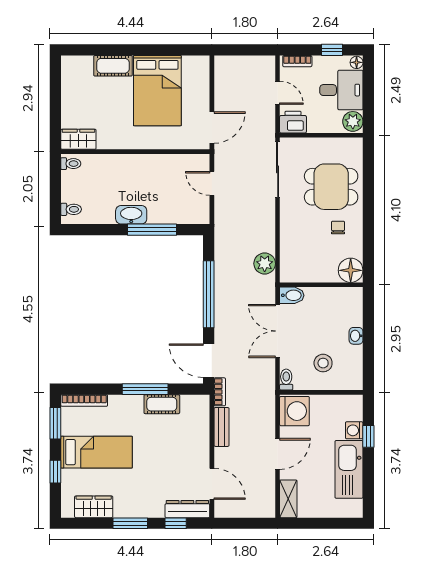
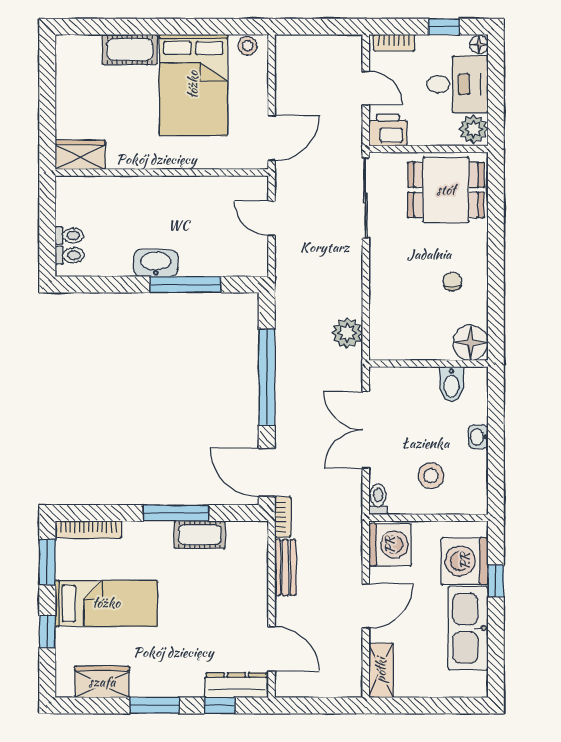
stool: (195, 63) -> (248, 46), added
toilet: (71, 164) -> (69, 235), moved
dining table: (331, 187) -> (446, 190), moved
bidet: (292, 295) -> (452, 384), moved, turned 90
washing machine: (354, 430) -> (465, 561), width x1.89, depth x1.89

